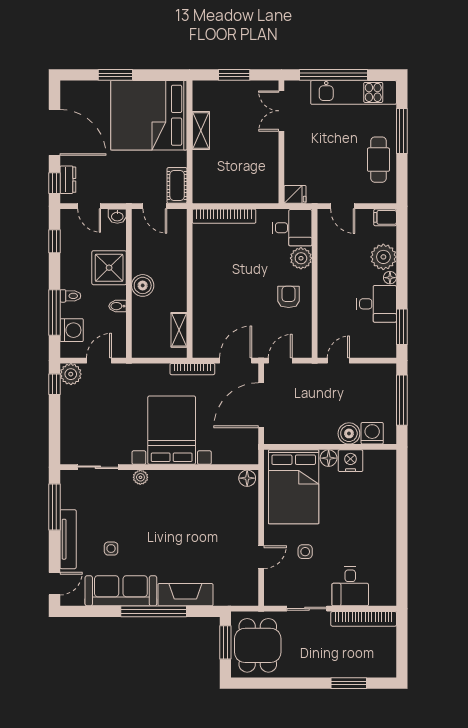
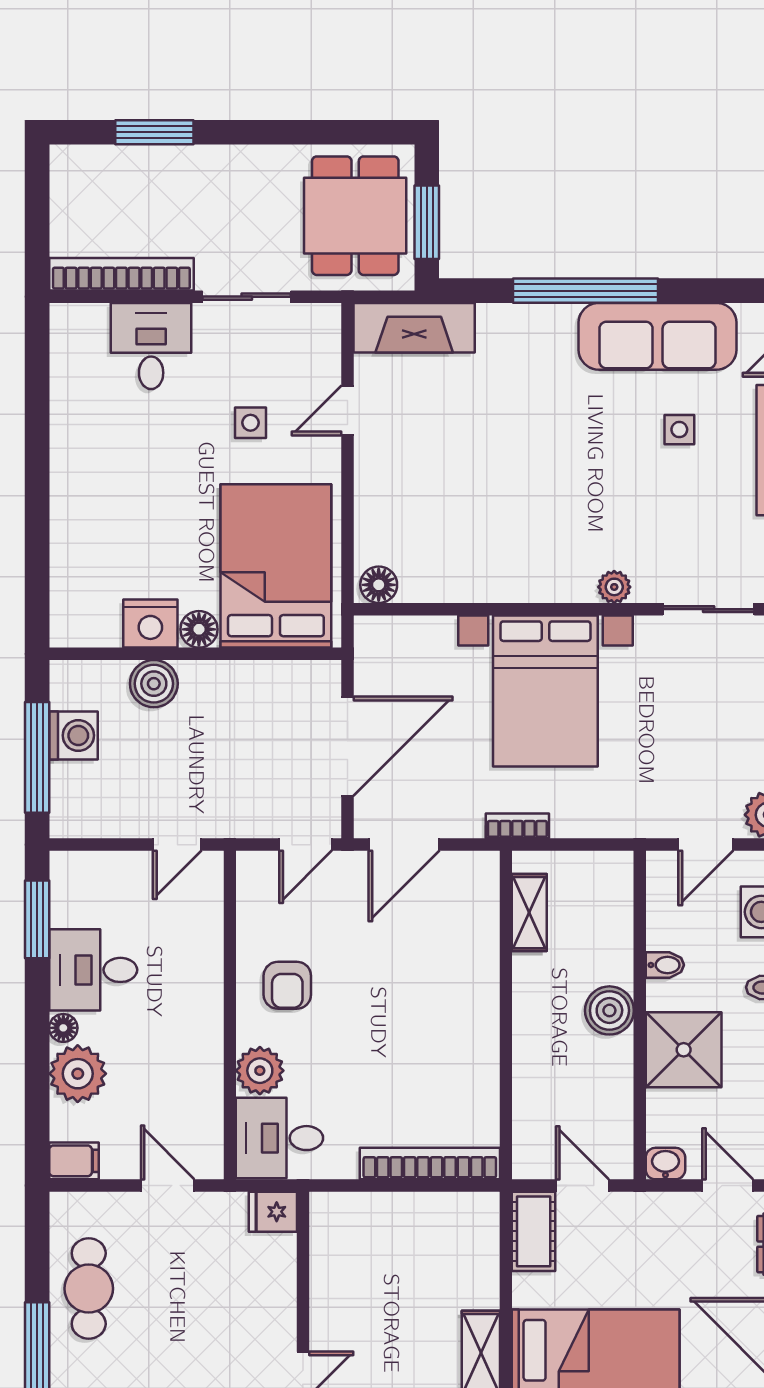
bookcase: (192, 369) -> (517, 826), width x0.64
washing machine: (372, 433) -> (73, 735), moved, turned -90
fireplace: (185, 595) -> (414, 328), moved

